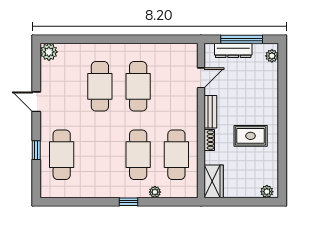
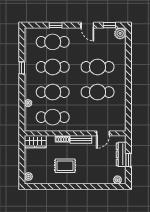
window: (242, 39) -> (128, 160), width x0.46
window: (36, 68) -> (109, 25), added
door: (201, 78) -> (103, 133), hinge flipped
door: (36, 102) -> (87, 25), swing flipped
rug: (251, 136) -> (65, 166), turned 90
cafe table: (100, 155) -> (53, 67), added
window: (128, 202) -> (22, 68), moved

